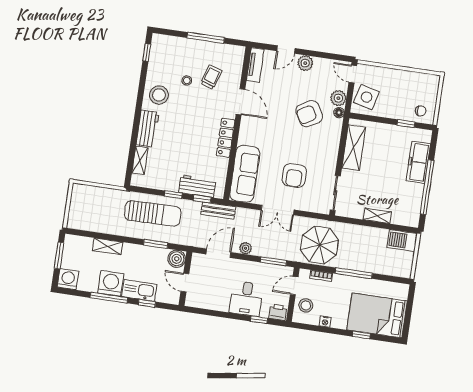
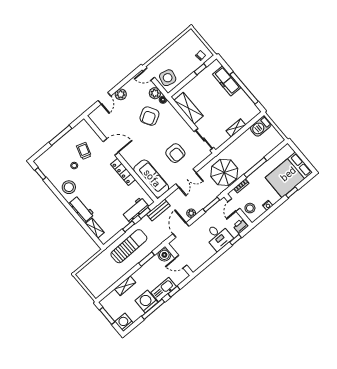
tv unit: (255, 65) -> (98, 122), removed

